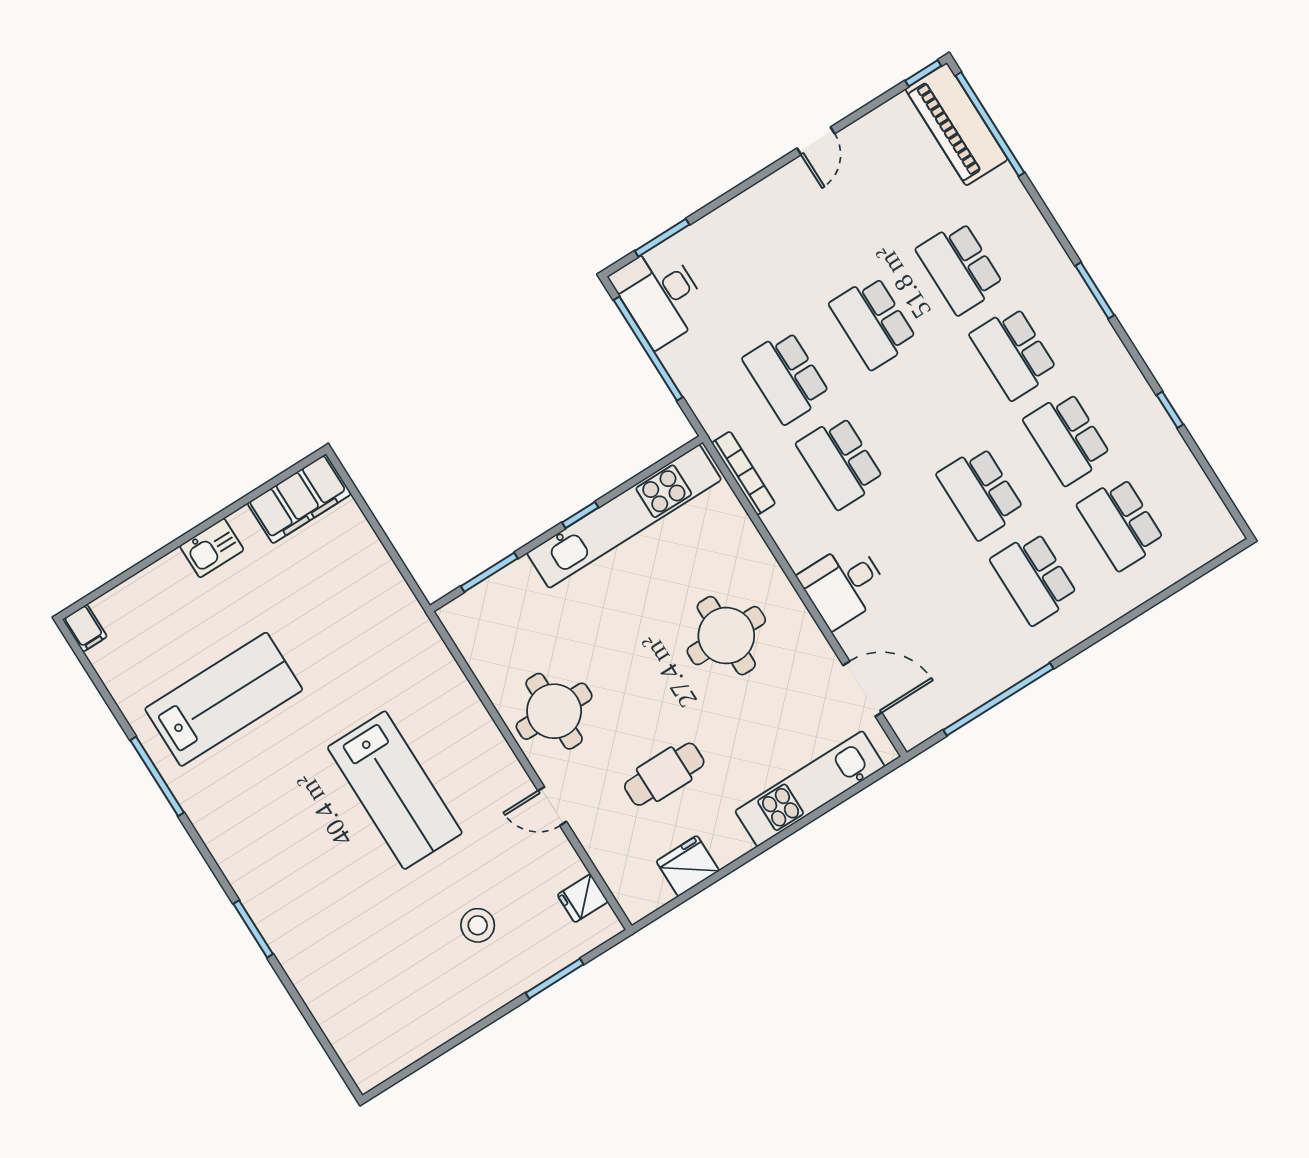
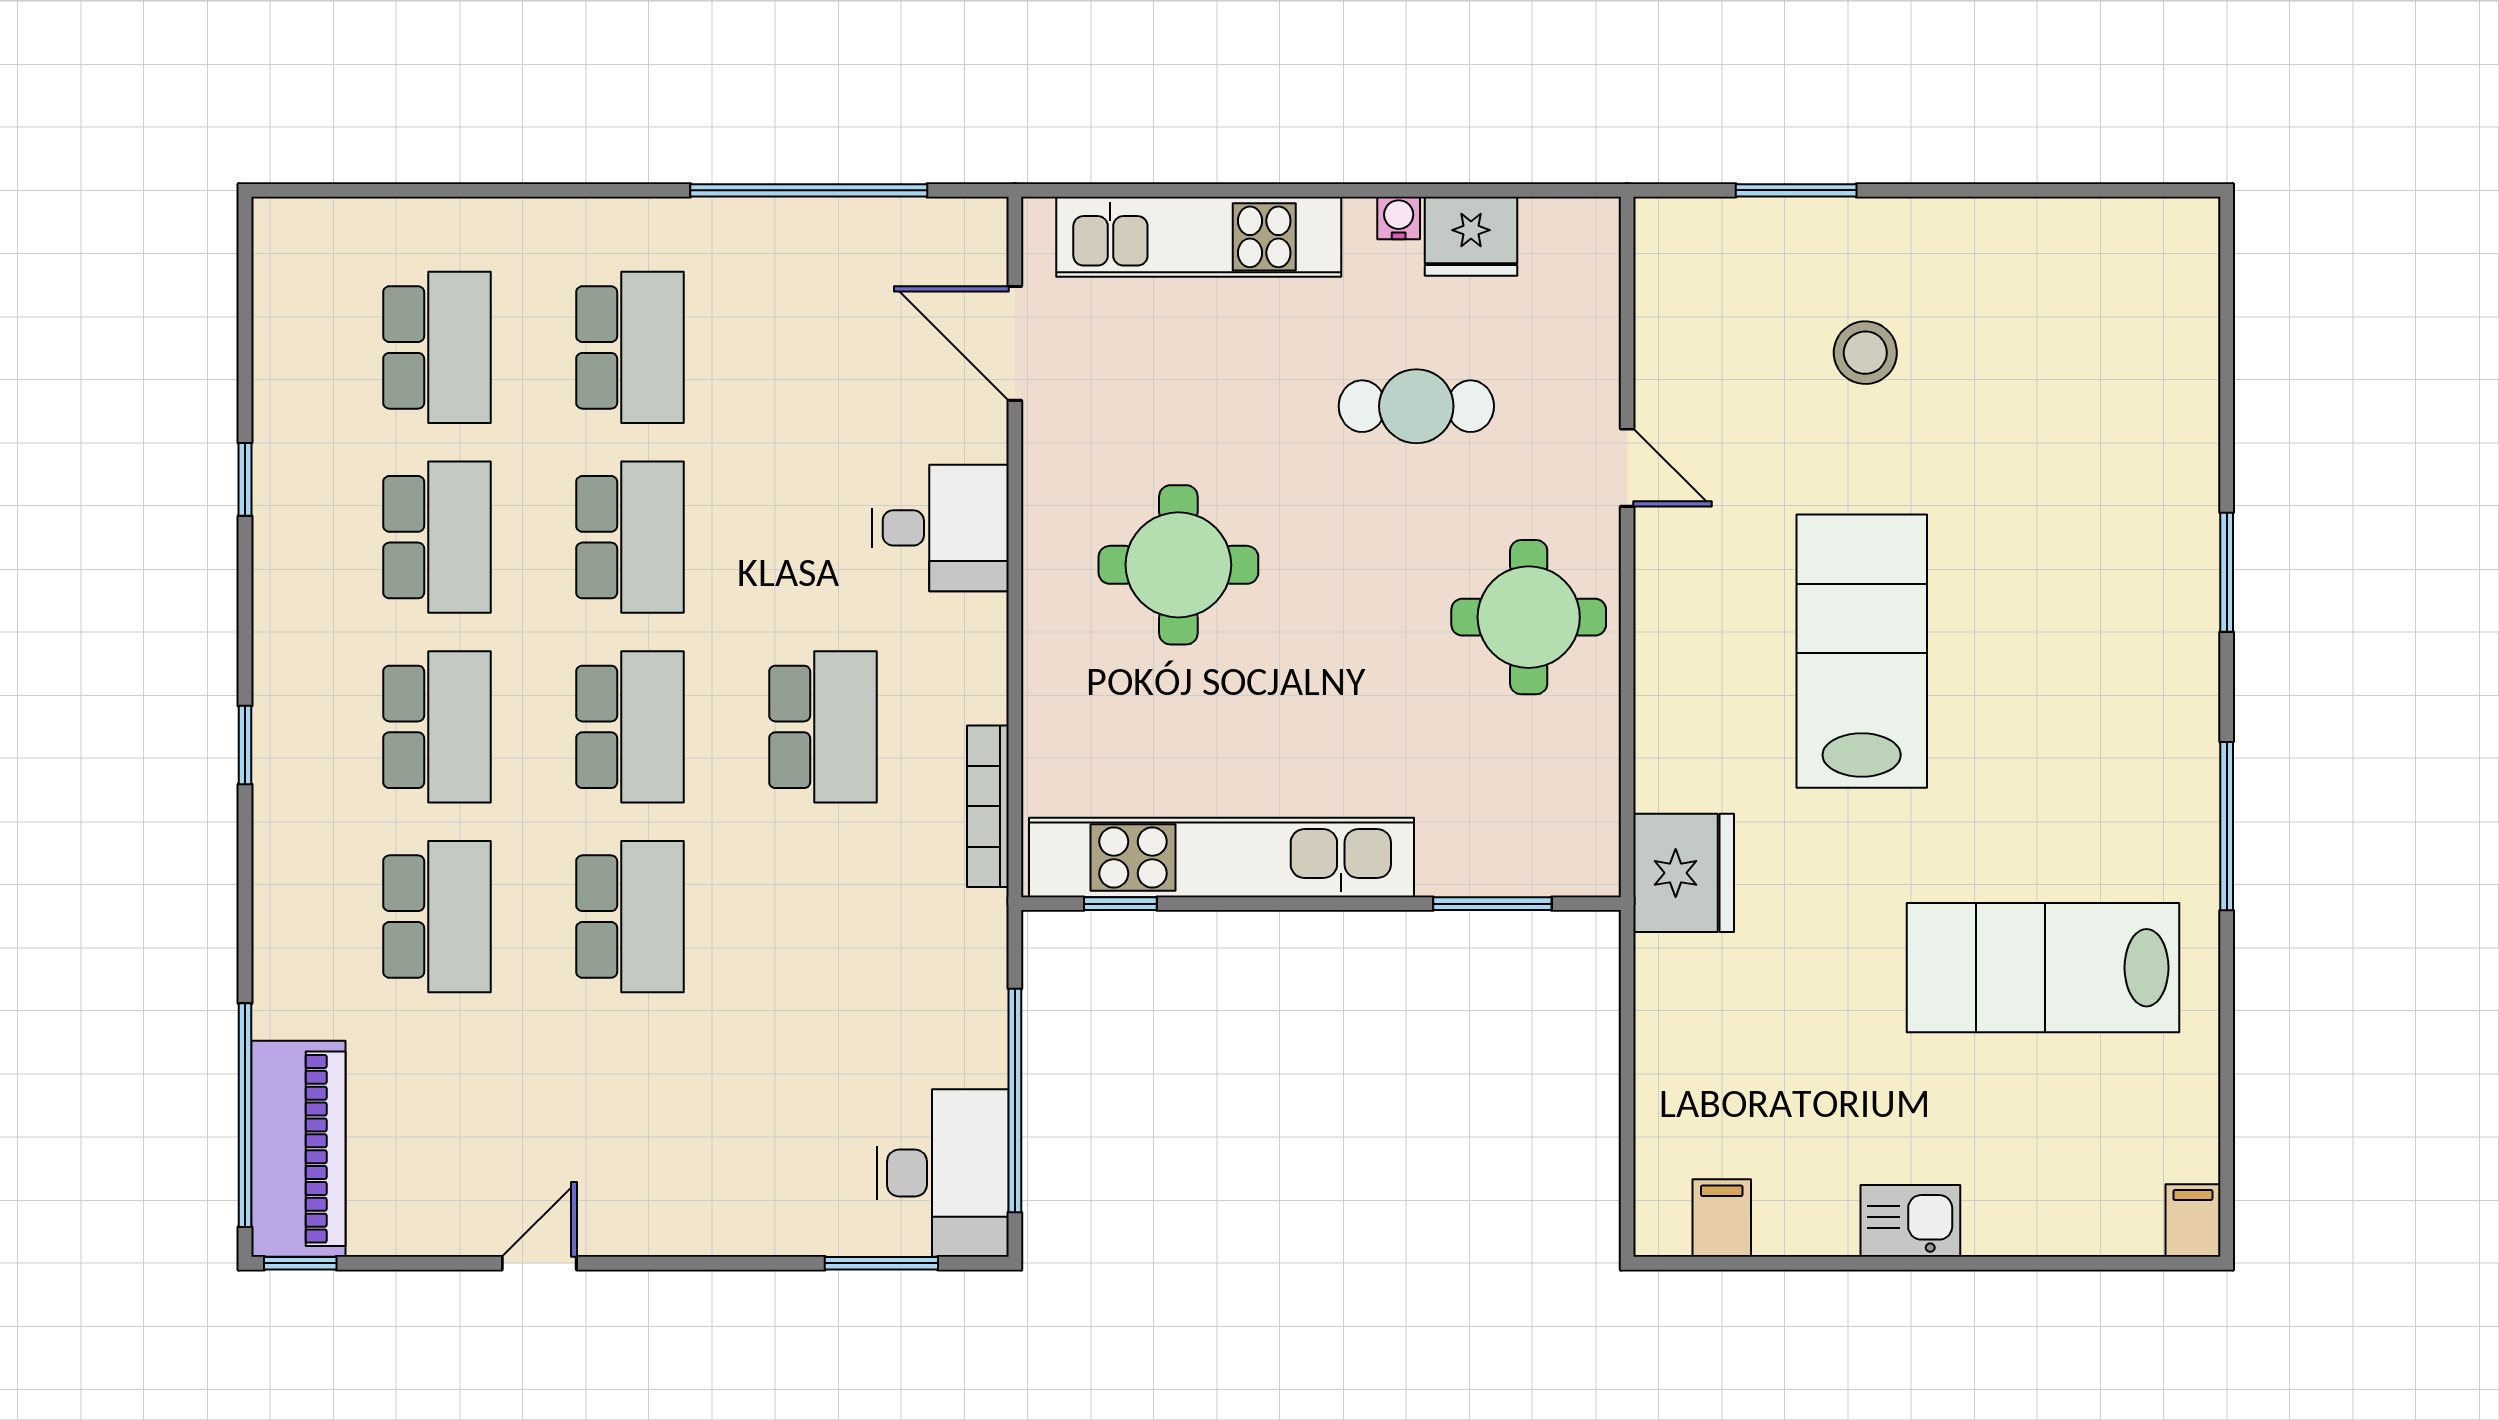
window: (1095, 291) -> (245, 745), width x0.67
school desk: (786, 377) -> (630, 727), moved
filing cabinet: (299, 499) -> (1722, 1218), width x0.33, depth x0.86
window: (580, 515) -> (1120, 904), moved
window: (157, 776) -> (2227, 826), moved
water cooler: (725, 854) -> (1399, 218), added
fridge: (583, 898) -> (1684, 873), moved, width x1.88, depth x1.34

